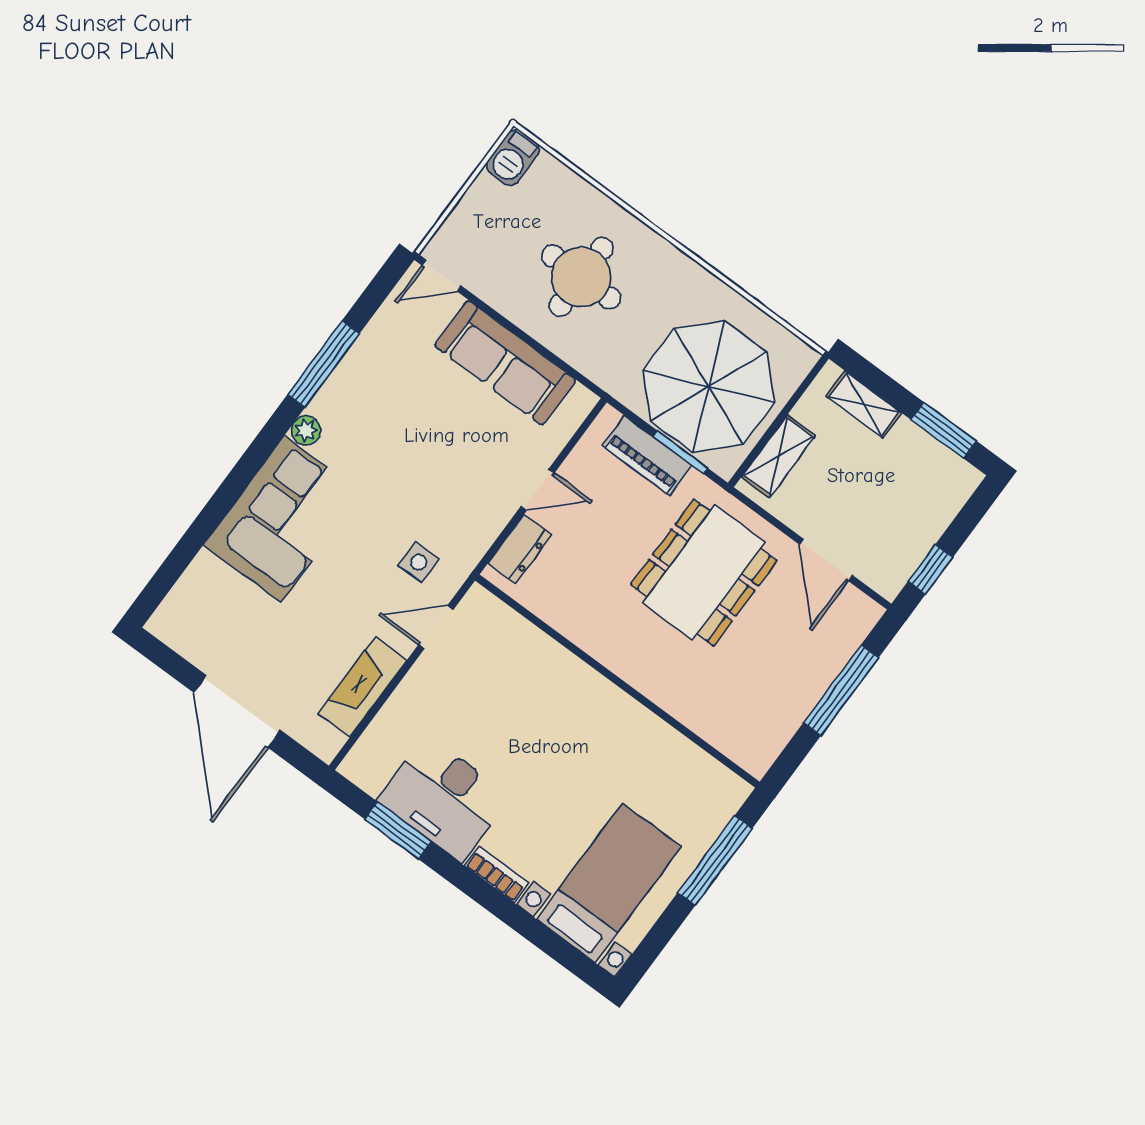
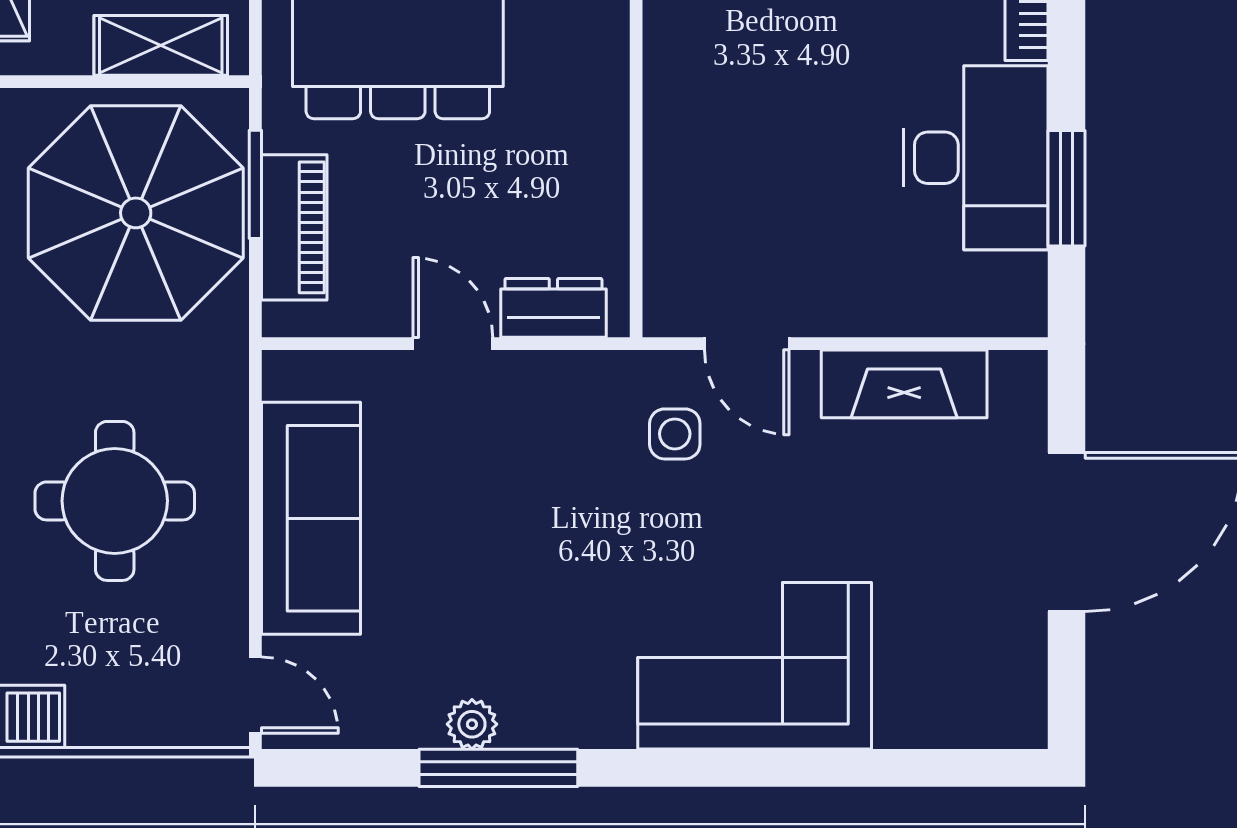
plant: (306, 430) -> (472, 724), moved

